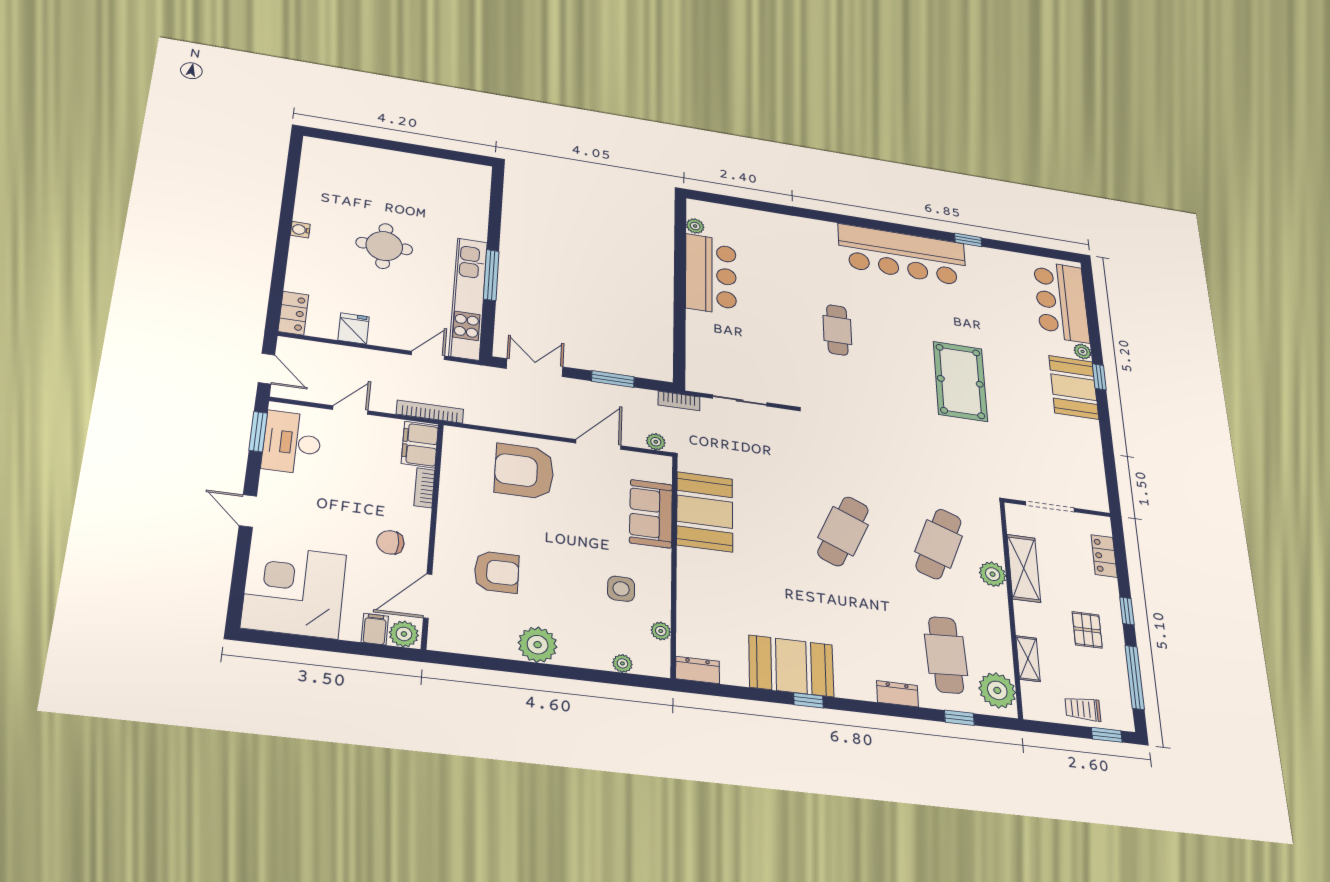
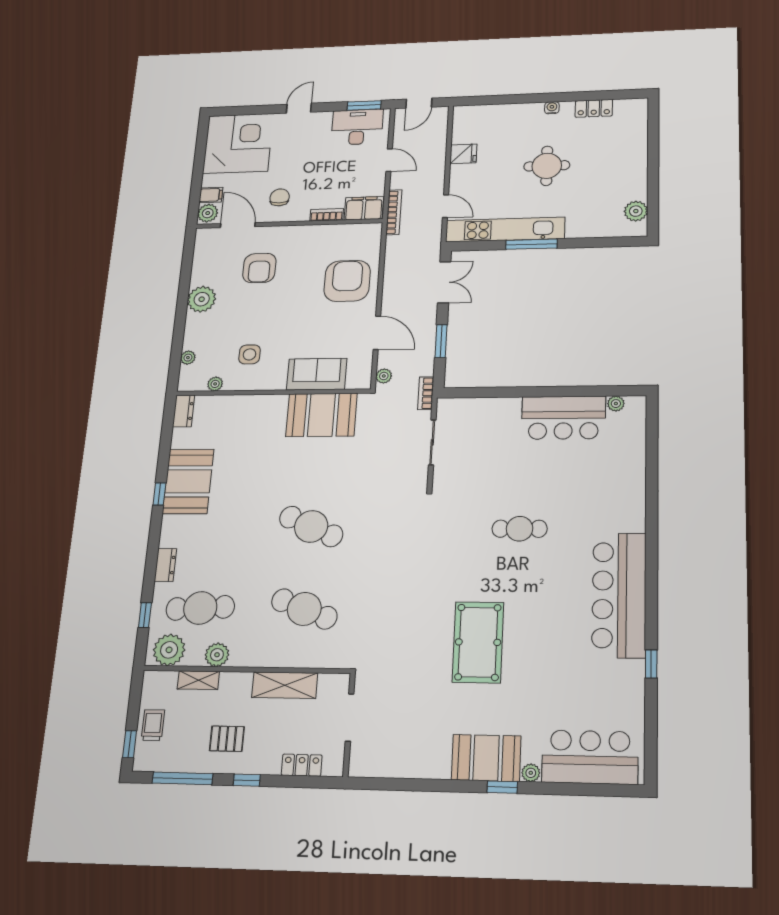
plant: (458, 172) -> (636, 211), added
locker: (293, 313) -> (594, 108), moved
pool table: (960, 381) -> (478, 642), turned 90
plant: (993, 574) -> (217, 655), moved

